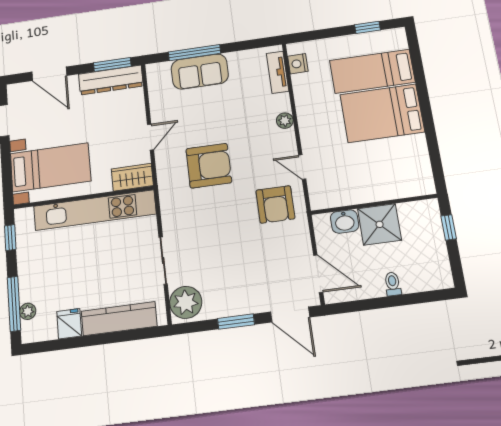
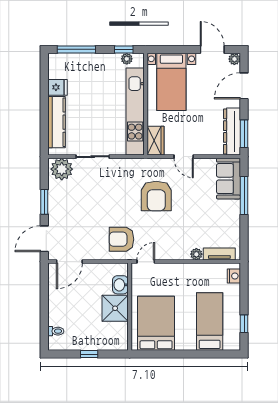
nightstand: (298, 64) -> (234, 276), moved, turned 90
sofa: (200, 72) -> (228, 179), moved
plant: (15, 91) -> (234, 59), added
bed: (382, 113) -> (156, 323), moved
plant: (285, 121) -> (196, 254), moved
wall: (374, 204) -> (130, 307), moved
washbasin: (345, 221) -> (120, 285), moved
shower: (380, 224) -> (115, 308), moved
toilet: (393, 284) -> (56, 331), moved
plant: (28, 311) -> (127, 59), moved

